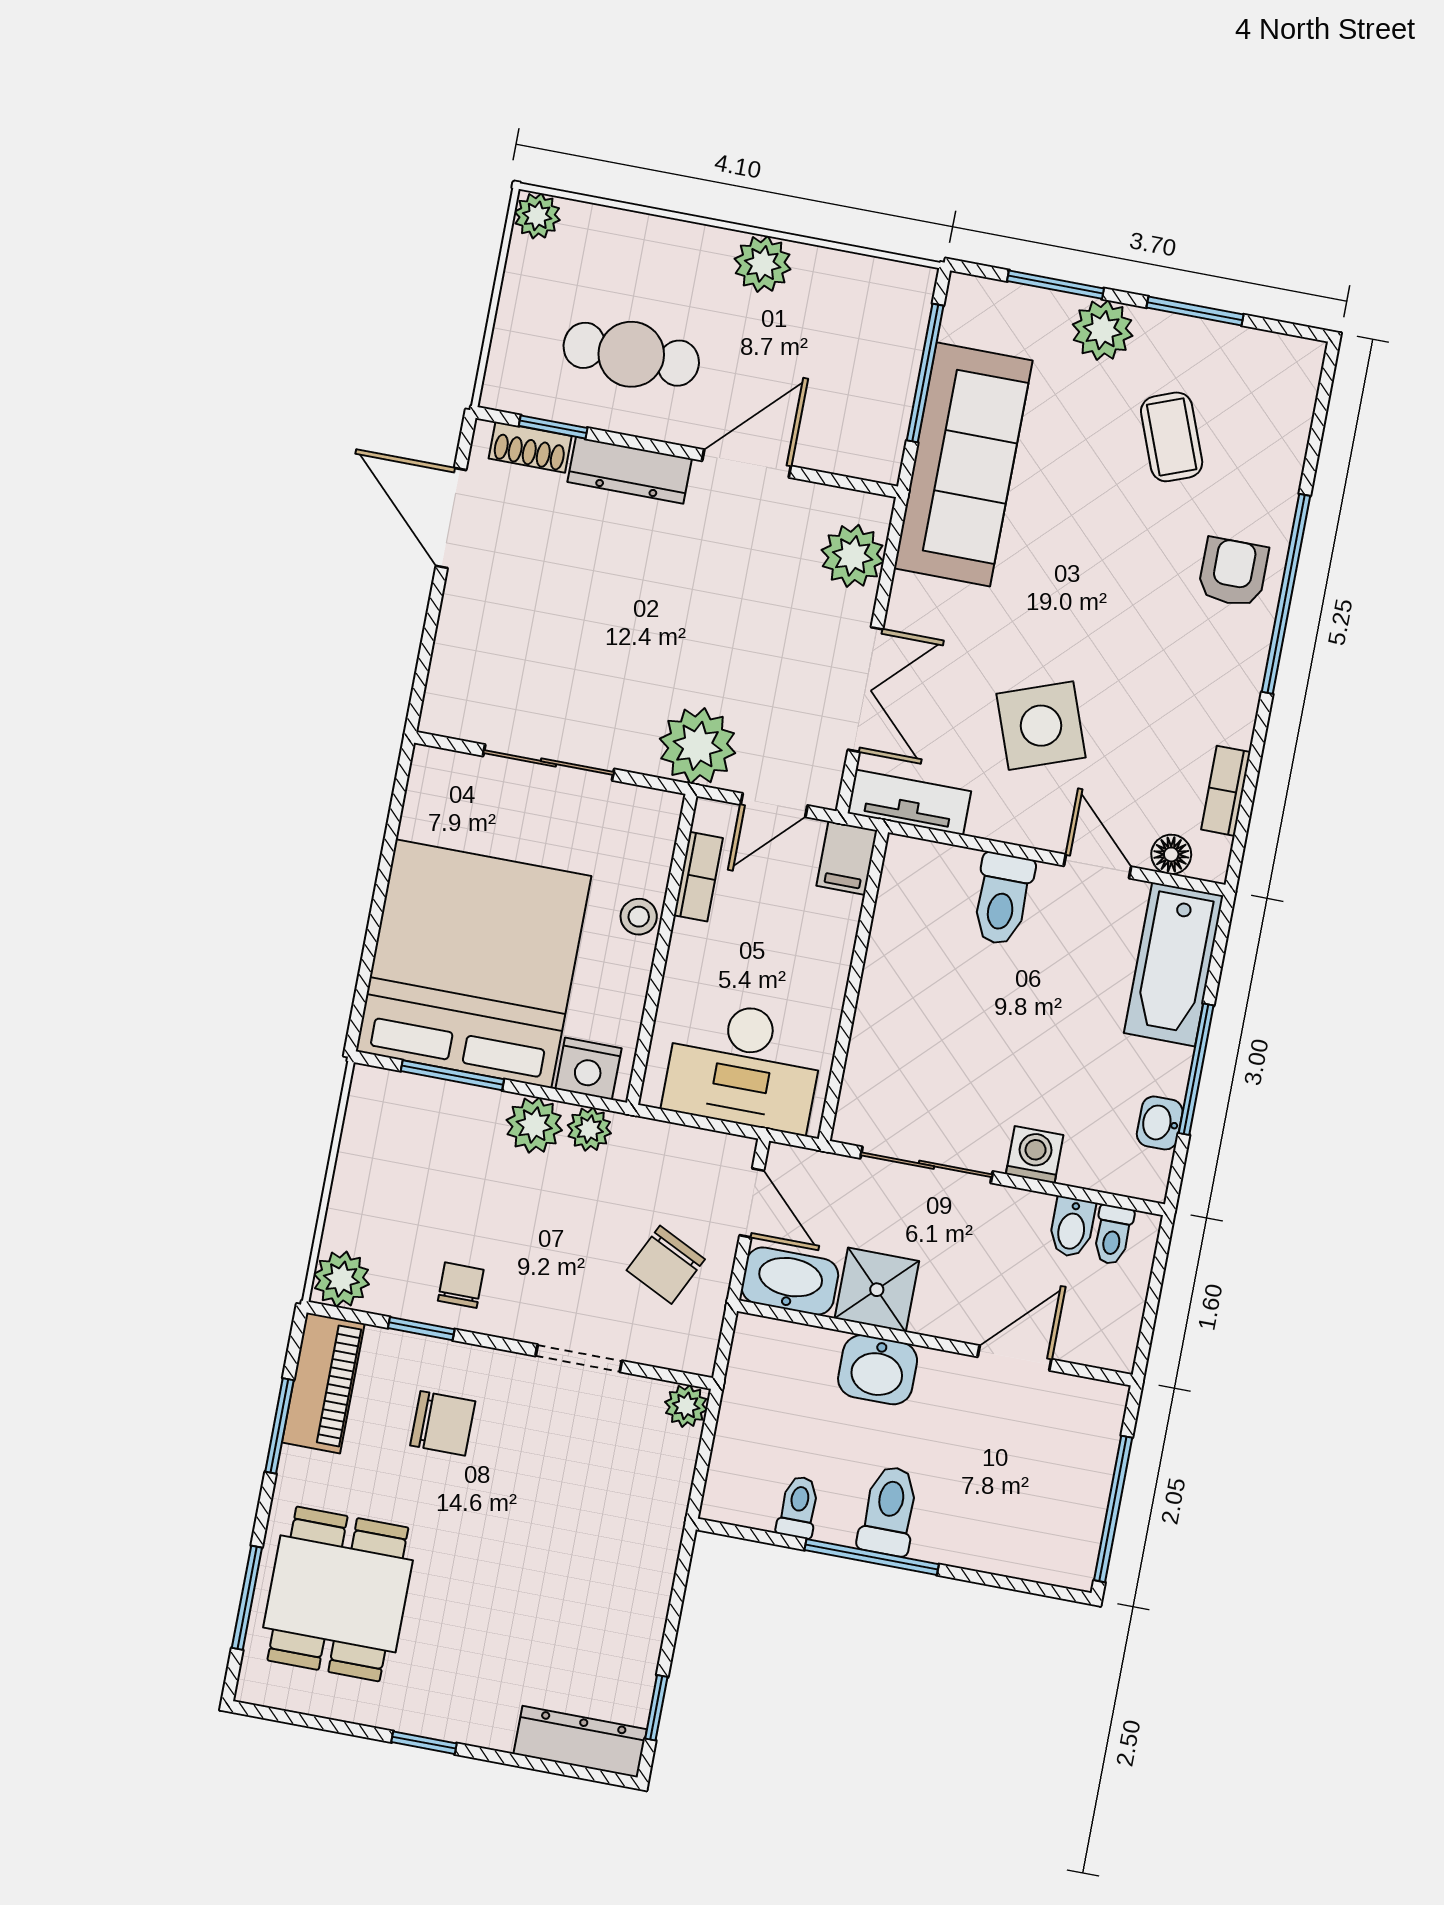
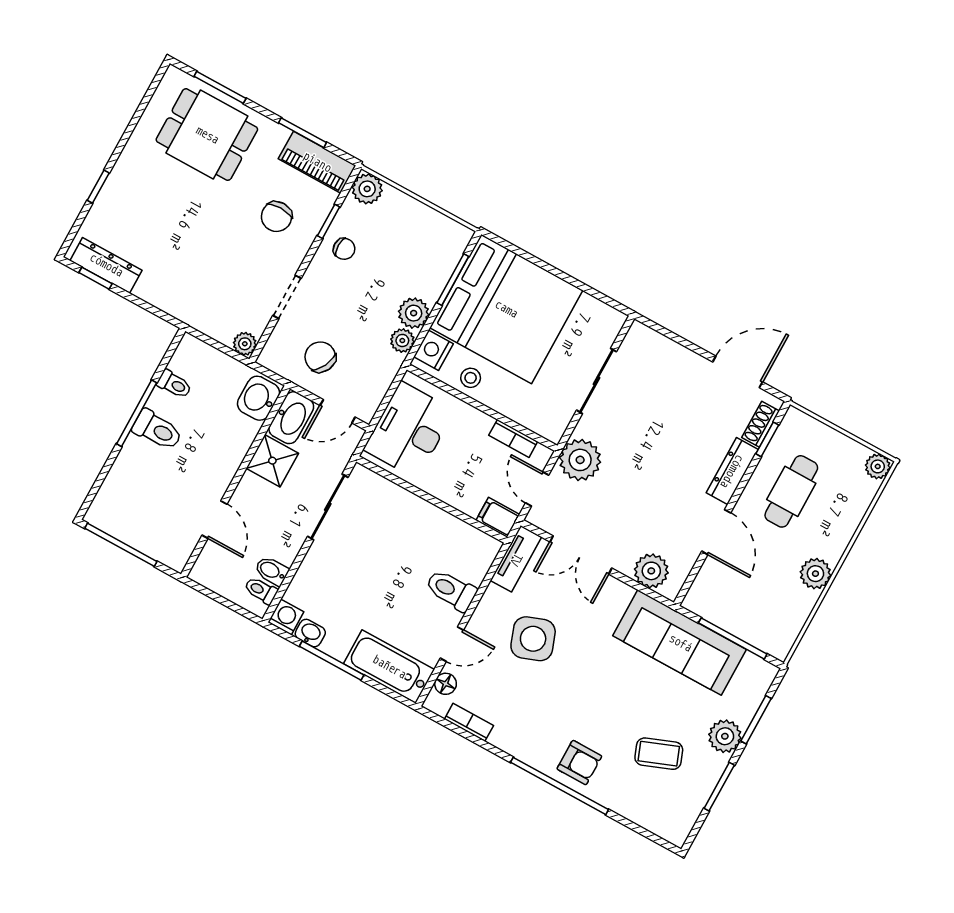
stool: (639, 917) -> (471, 378), moved
washing machine: (1035, 1155) -> (286, 617), moved, turned -90
washbasin: (878, 1370) -> (258, 398), moved
dresser: (580, 1742) -> (106, 265), moved, turned -90
window: (424, 1743) -> (98, 187), moved

